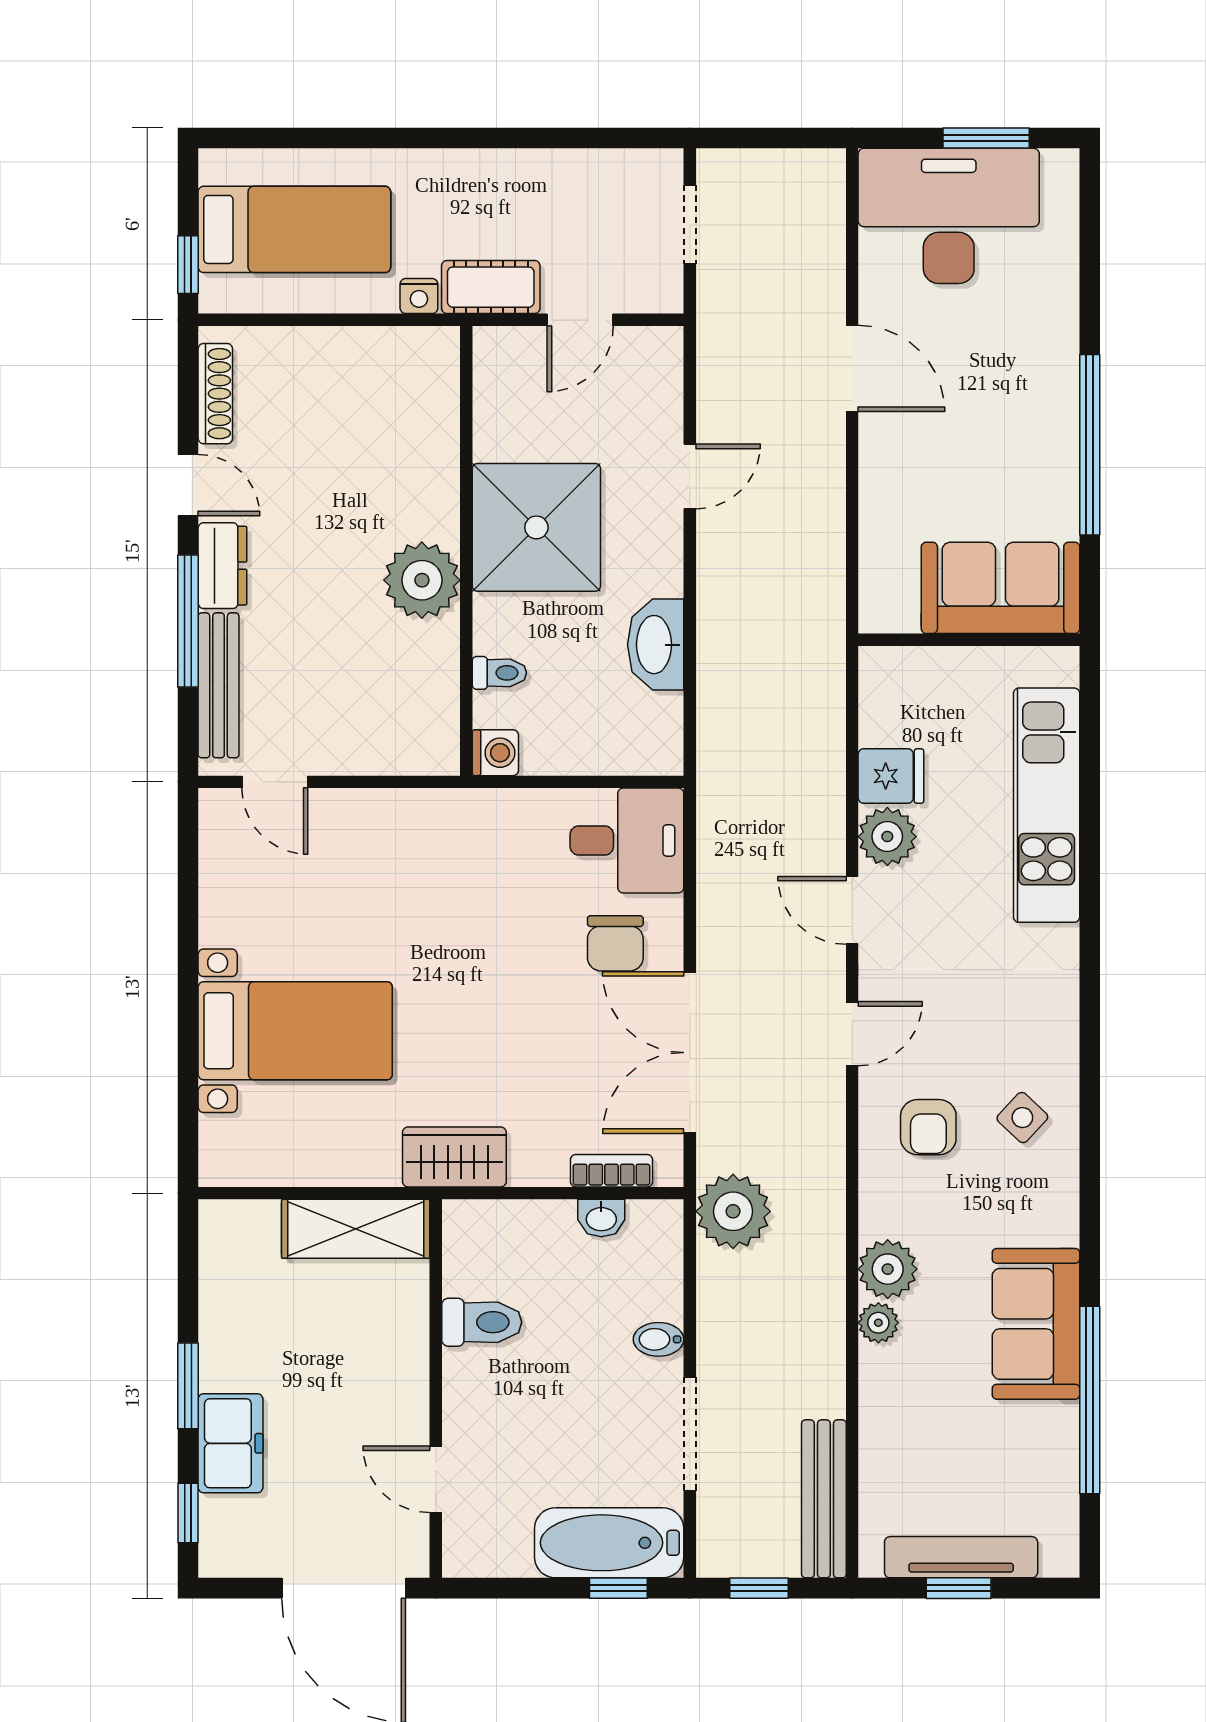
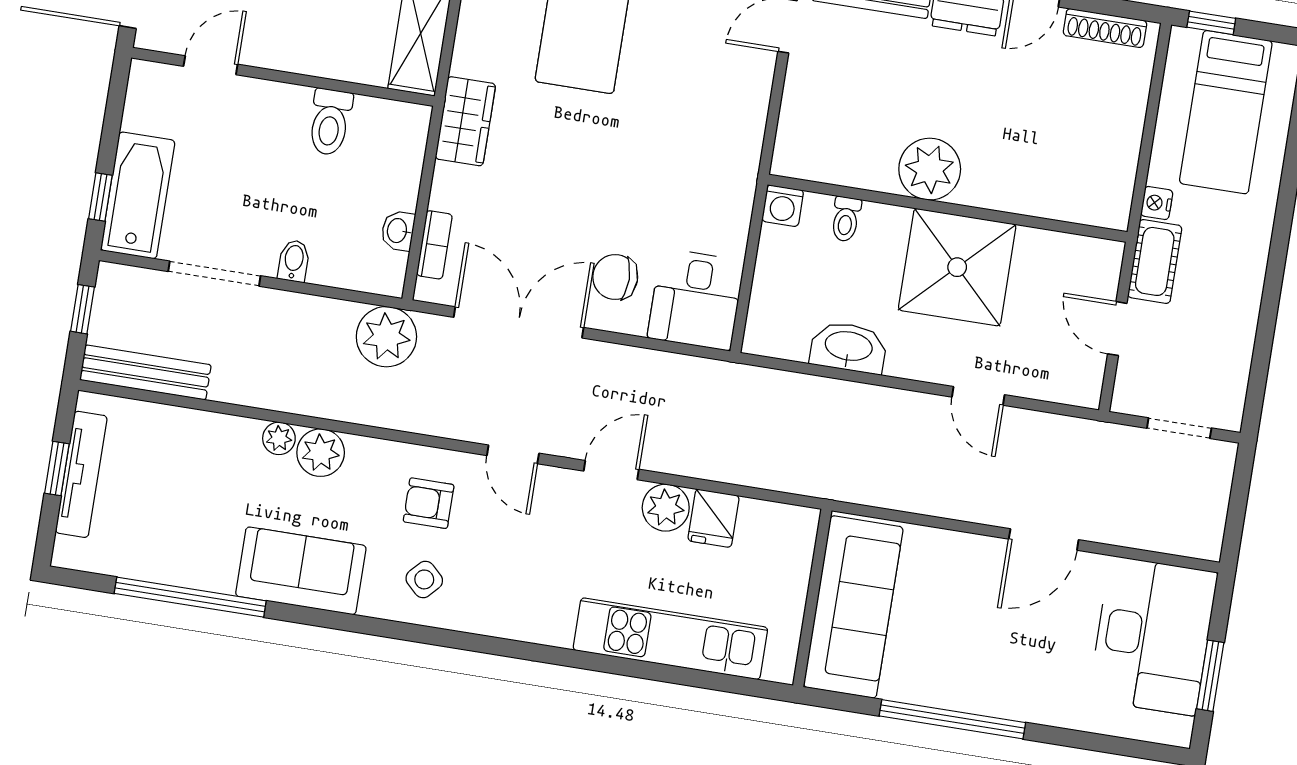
sofa: (1001, 588) -> (853, 607), width x1.36
sofa: (1036, 1324) -> (301, 571), moved

